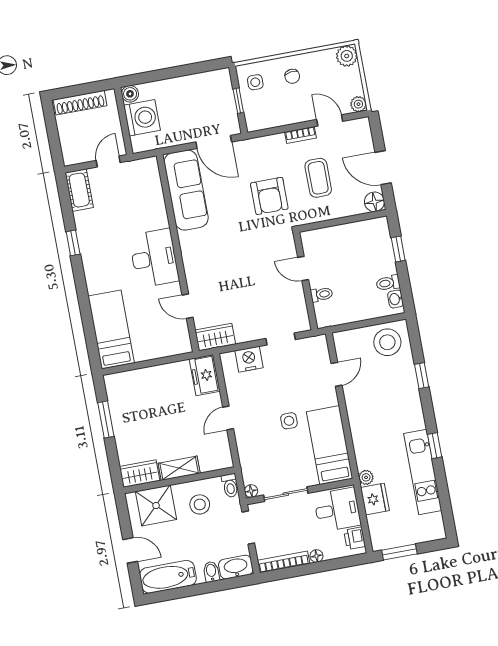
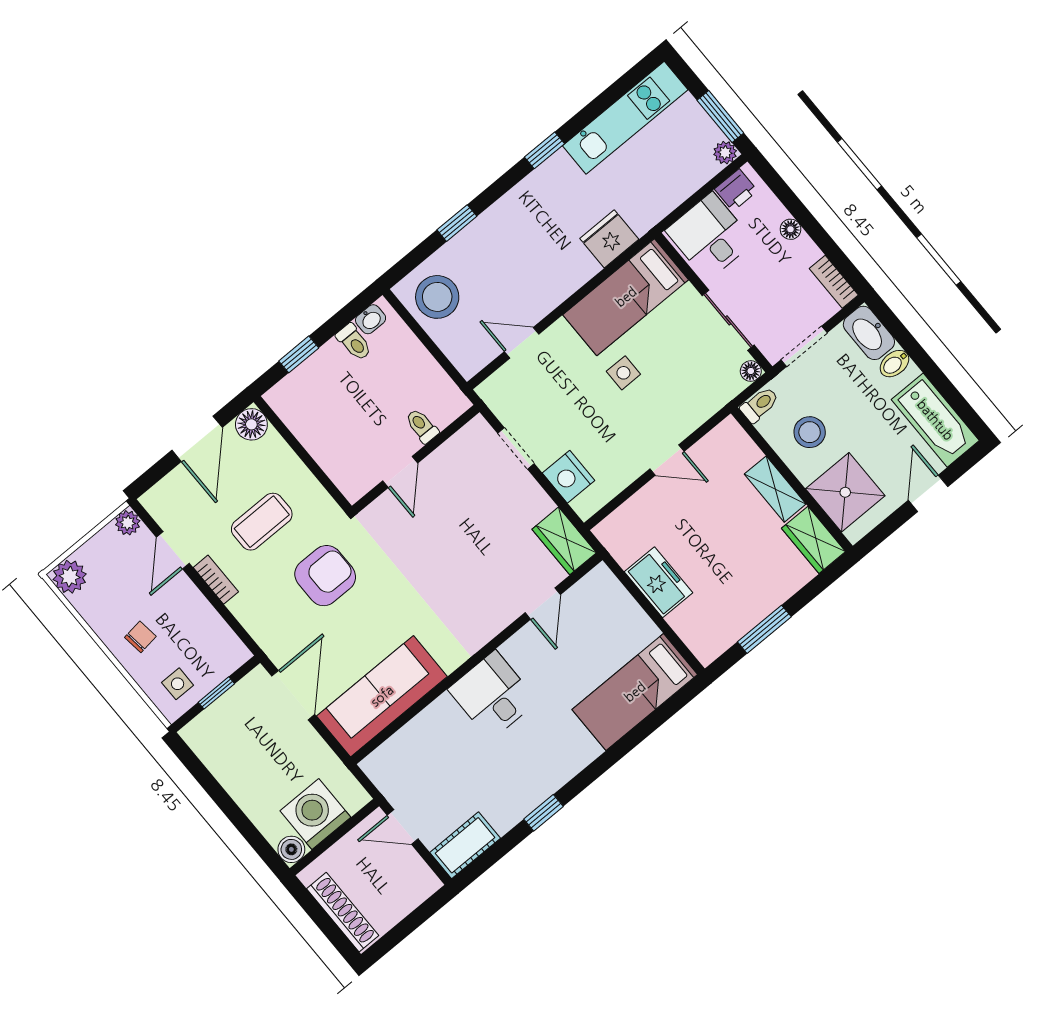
desk: (154, 258) -> (493, 695), width x0.73
freezer: (205, 375) -> (658, 582), moved, turned -90
kitchen unit: (423, 472) -> (625, 118), moved
plant: (366, 477) -> (725, 153), moved
fridge: (375, 499) -> (609, 239), moved
bookcase: (284, 562) -> (834, 282), width x0.64

